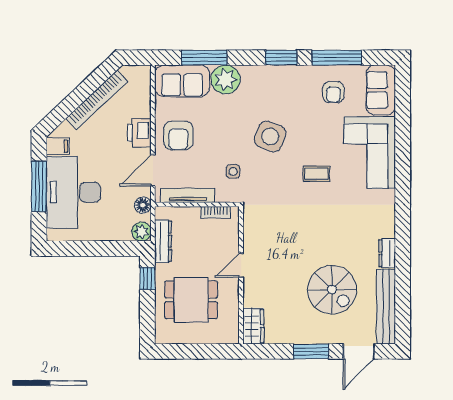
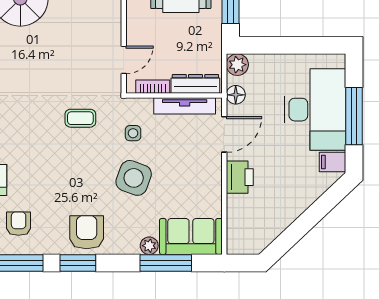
plant: (226, 80) -> (149, 246), width x0.53, depth x0.53
bookcase: (97, 100) -> (288, 215), removed
armchair: (178, 135) -> (87, 232), moved
side table: (270, 137) -> (134, 178), moved
coffee table: (316, 174) -> (80, 118), moved
dresser: (163, 241) -> (195, 84), moved, turned 90
door: (241, 265) -> (124, 60), moved

